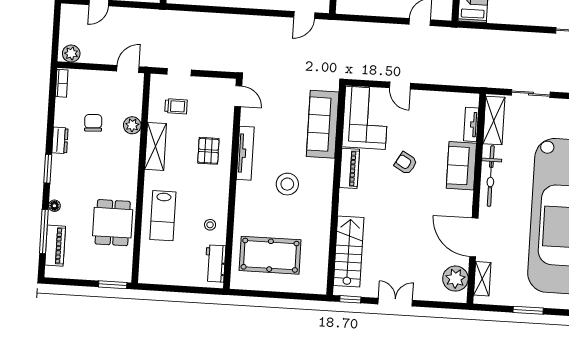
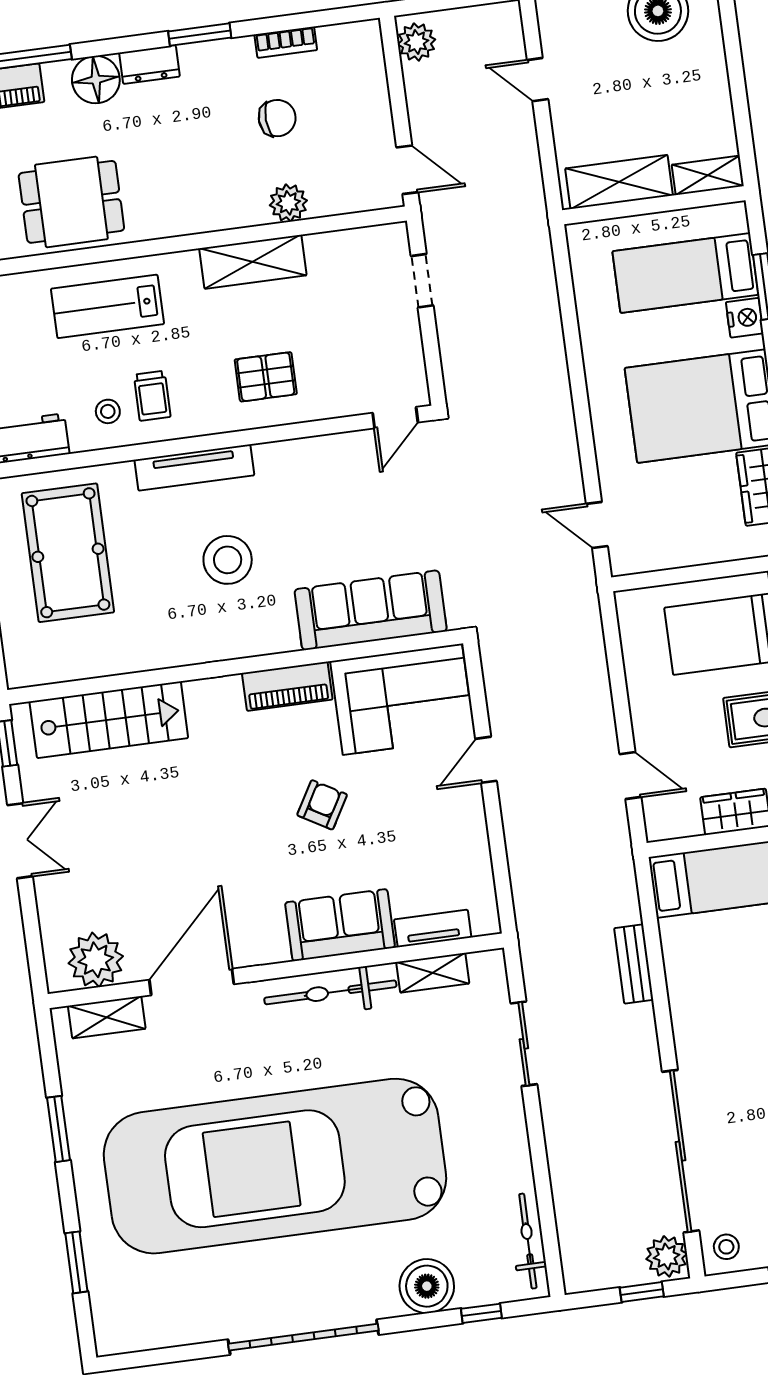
bench: (505, 37) -> (634, 964), added
bookcase: (62, 83) -> (286, 42), moved
trolley: (176, 106) -> (152, 396), moved
shelving: (494, 120) -> (433, 973), width x0.67, depth x0.75
dresser: (60, 140) -> (149, 65), moved
tv unit: (245, 153) -> (194, 468), moved
window: (48, 169) -> (200, 35), moved
floor lamp: (54, 206) -> (96, 80), width x1.89, depth x1.89

